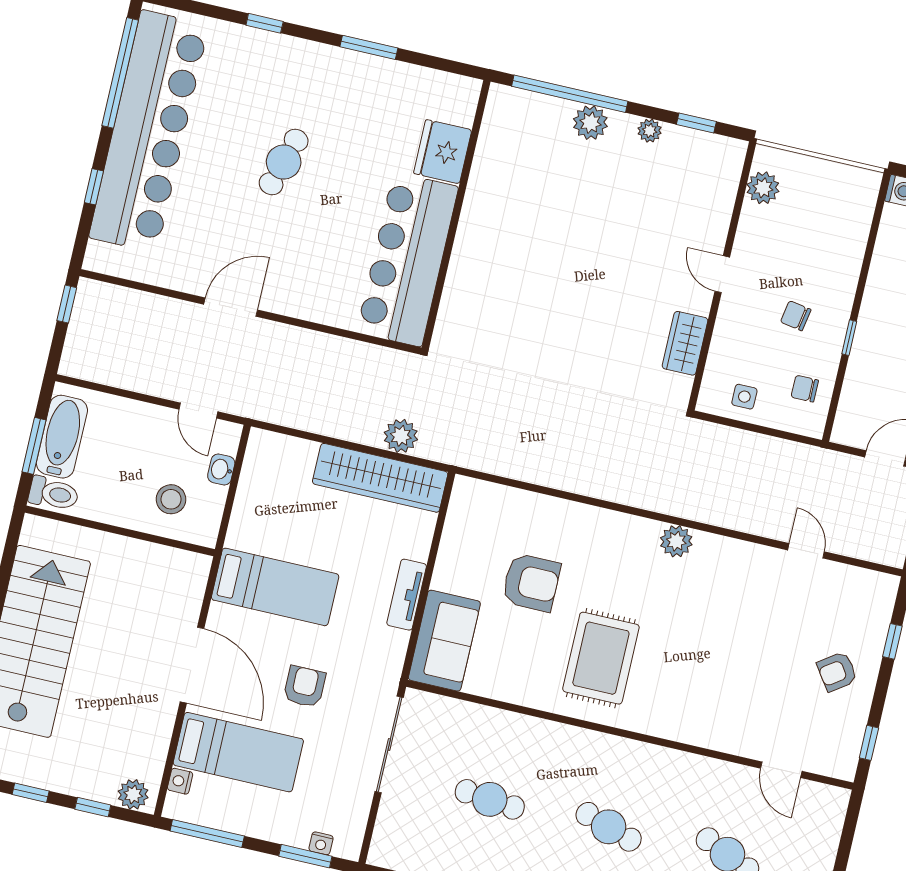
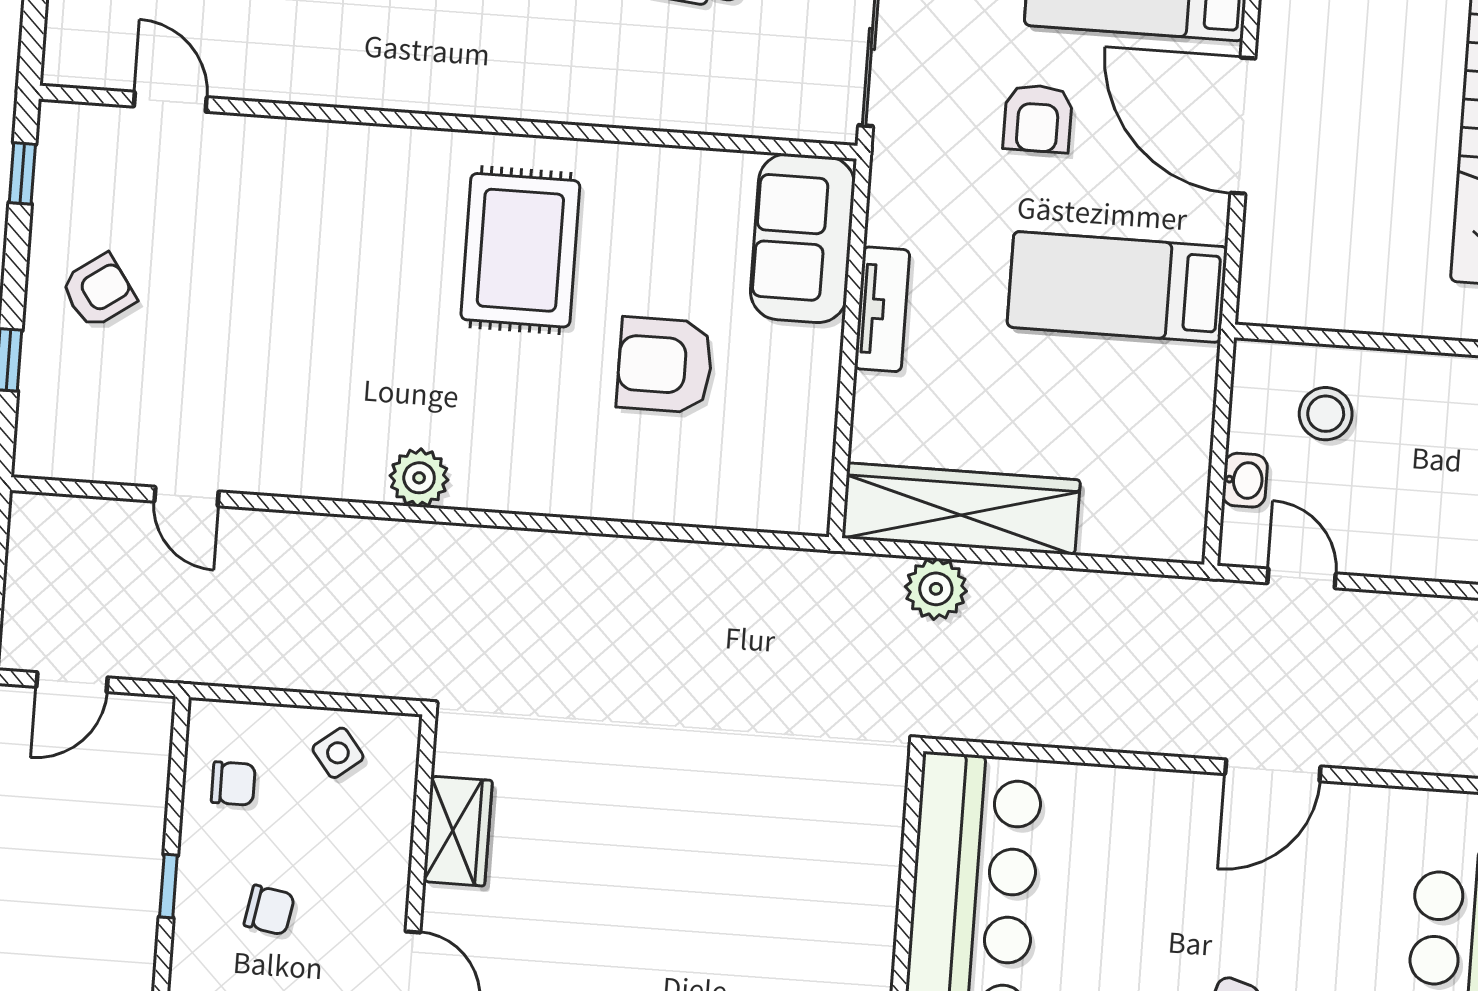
side table: (744, 397) -> (338, 753), turned -38

